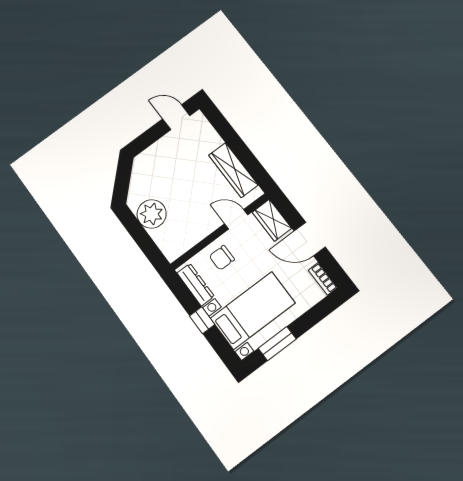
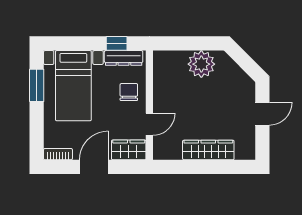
door: (176, 117) -> (262, 114), moved
wardrobe: (233, 170) -> (208, 150), moved
window: (202, 320) -> (117, 43), moved

